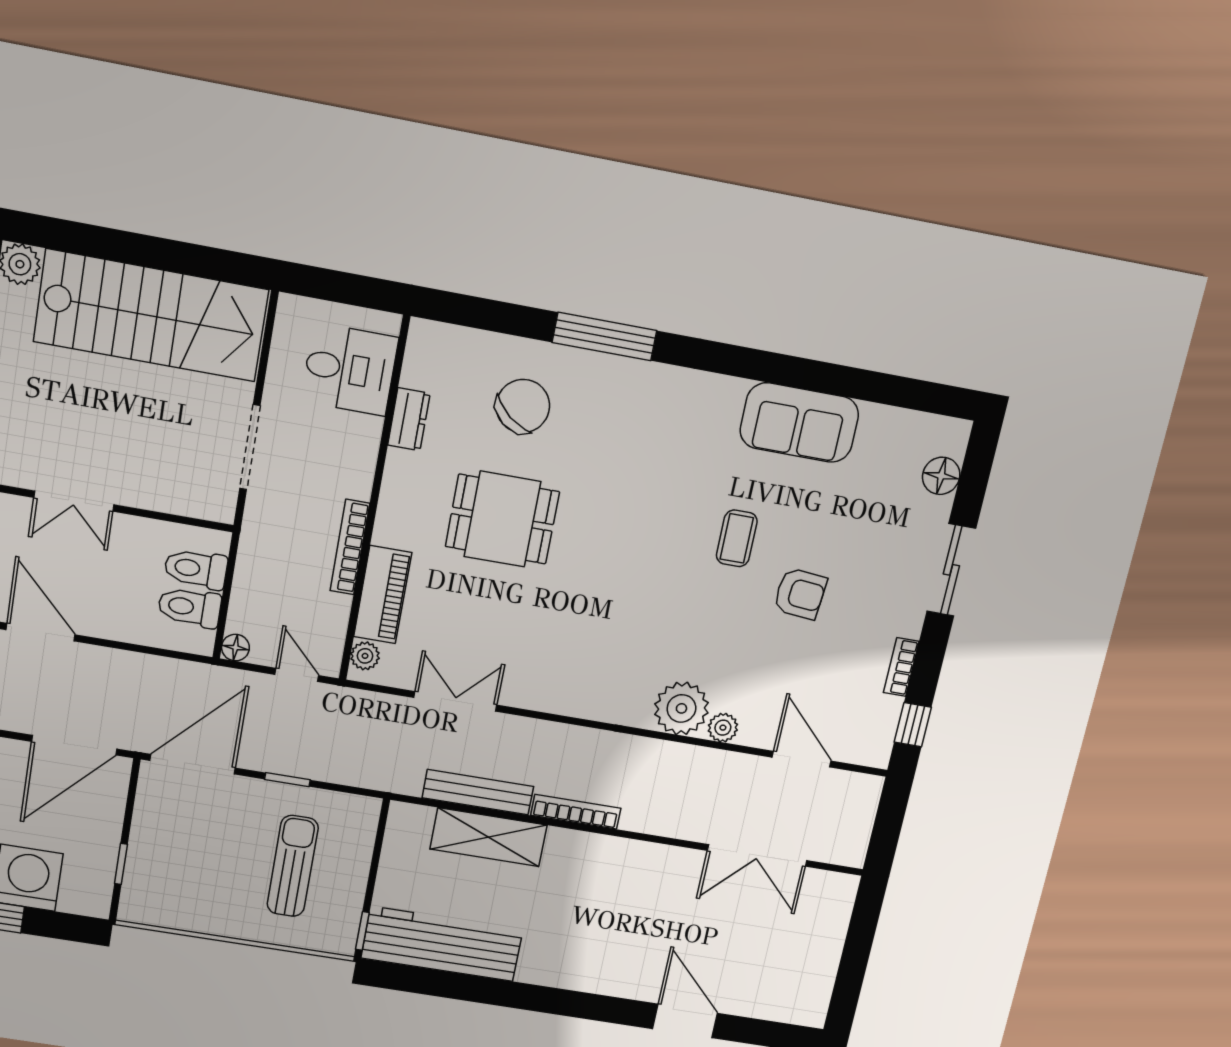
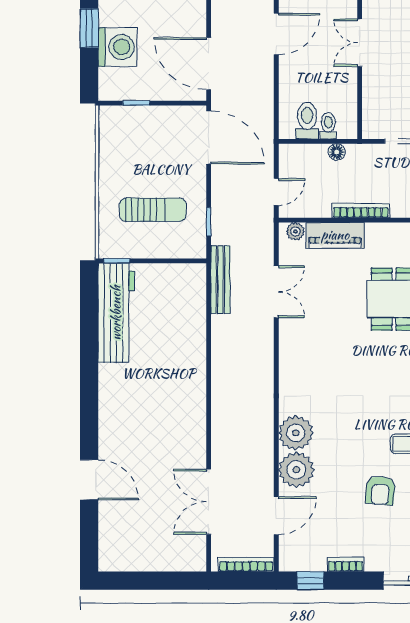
toilet: (196, 569) -> (328, 126), width x0.73, depth x0.72
floor lamp: (235, 648) -> (337, 152), moved
plant: (723, 728) -> (296, 470), width x1.87, depth x1.87
window: (287, 780) -> (209, 222), moved
bench: (478, 792) -> (220, 280), moved
bookcase: (576, 812) -> (246, 565), moved, turned -90
shelving: (489, 837) -> (192, 329), removed
door: (685, 1021) -> (89, 480), hinge flipped

